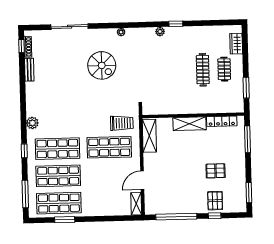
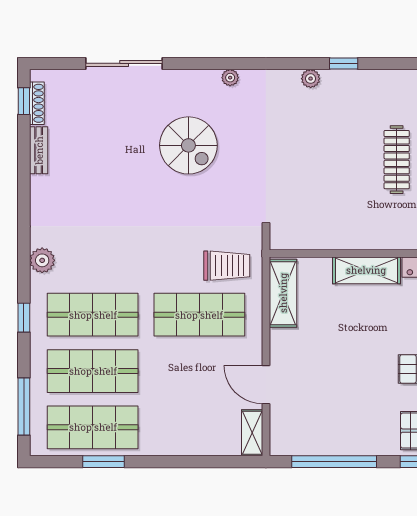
door: (142, 180) -> (266, 385), hinge flipped

